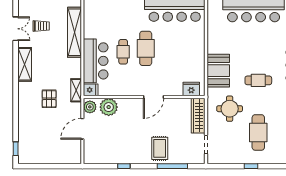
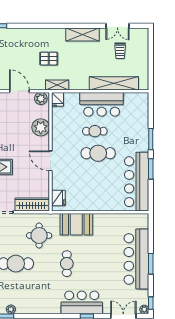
bar counter: (96, 61) -> (102, 104), moved
plant: (109, 107) -> (41, 127), moved

